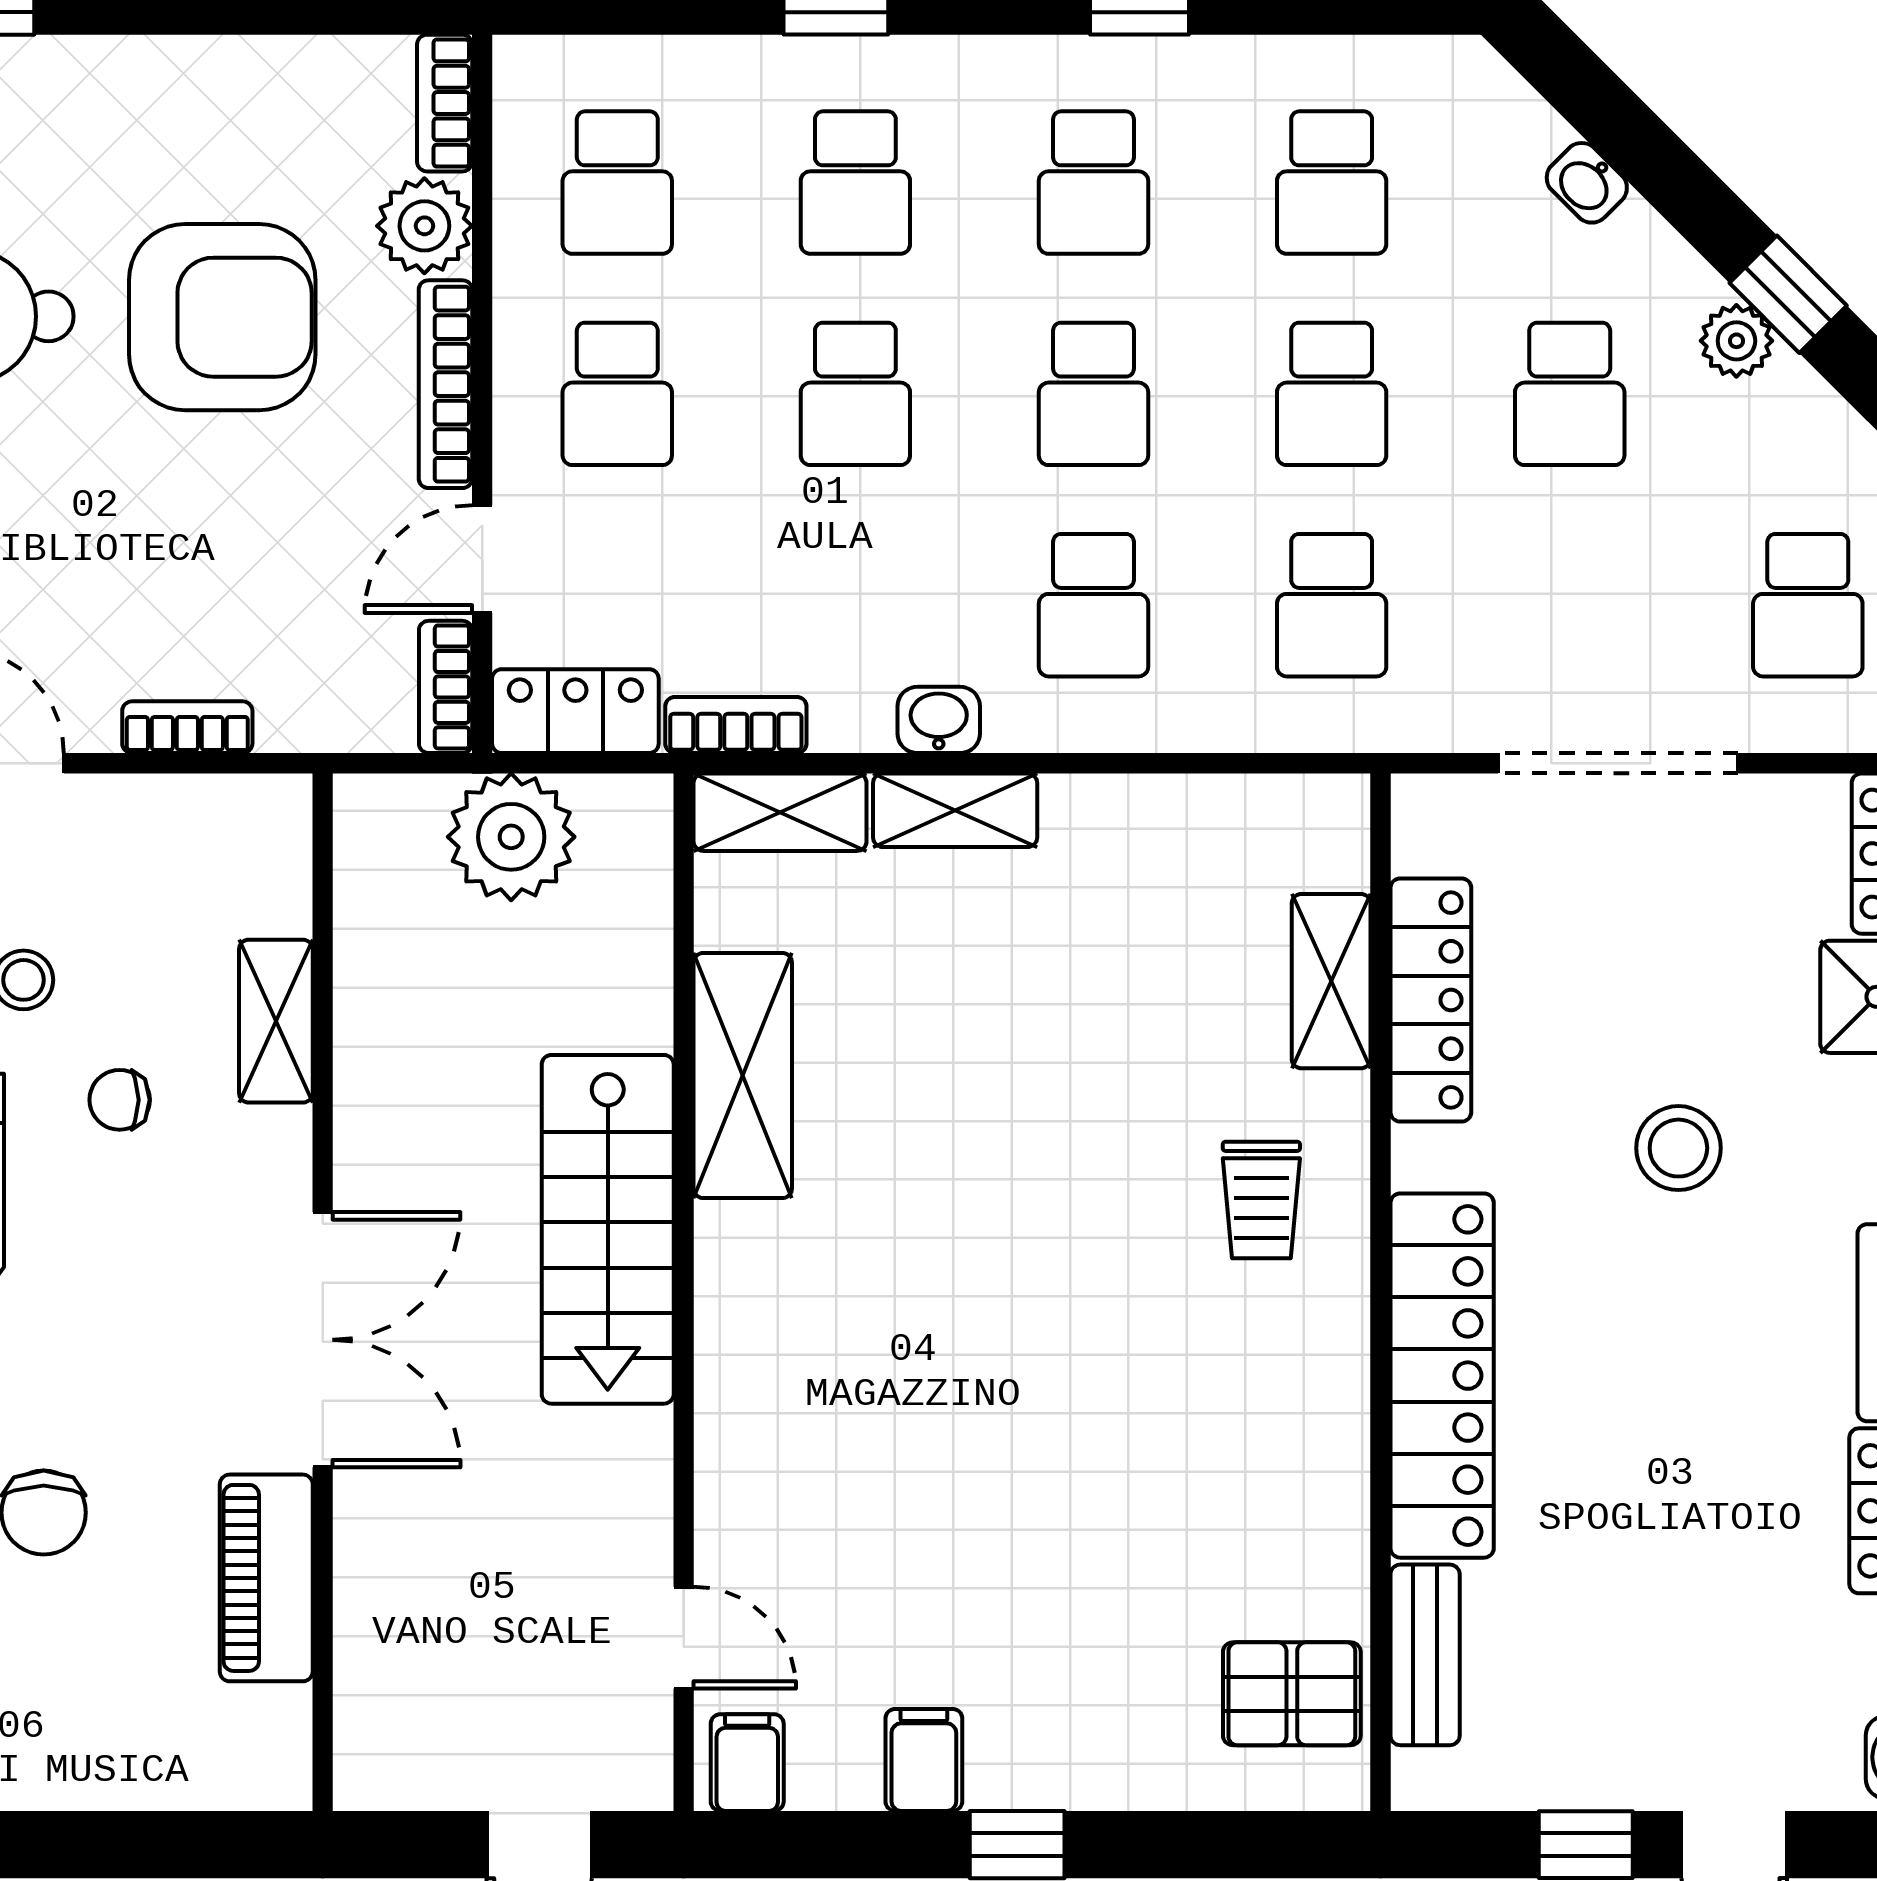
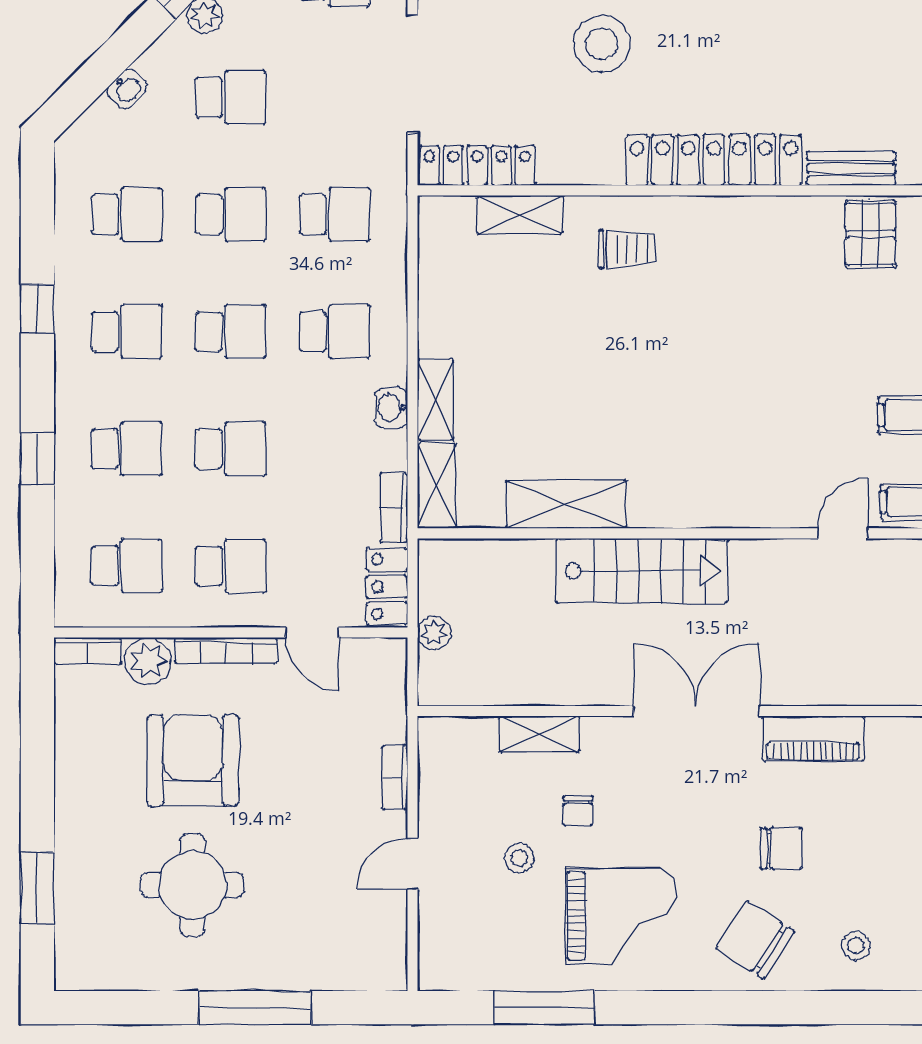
bookcase: (446, 687) -> (375, 651), removed
plant: (511, 837) -> (434, 633), width x0.53, depth x0.53
locker: (1431, 1000) -> (477, 166), moved
stool: (1678, 1148) -> (602, 44), width x1.38, depth x1.38

